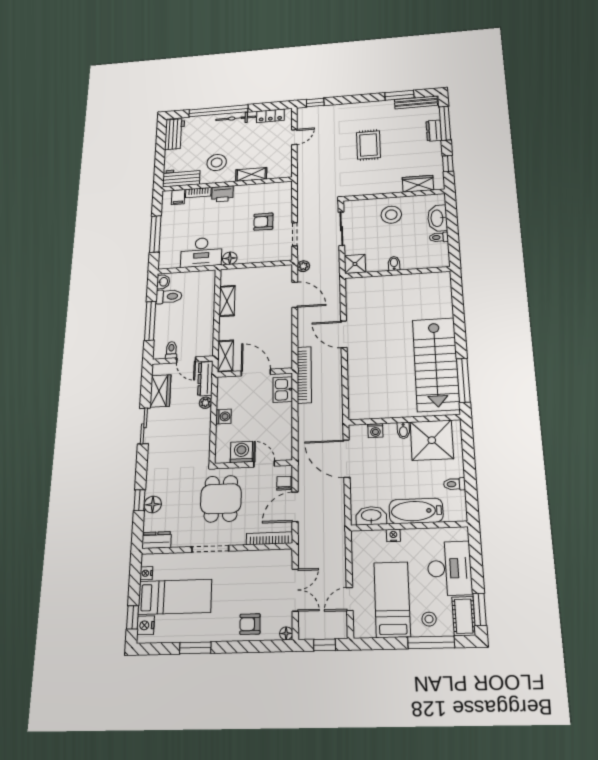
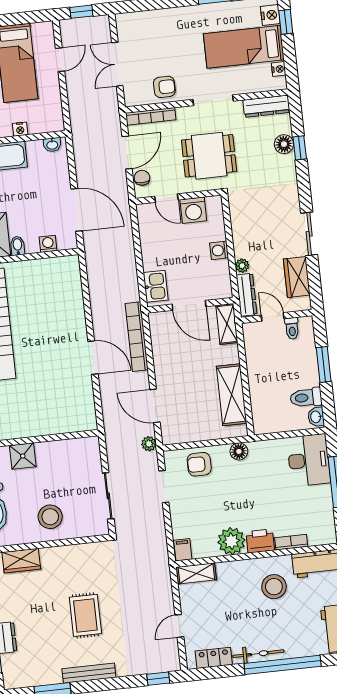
bench: (416, 102) -> (89, 673), moved
shelving: (251, 174) -> (196, 573), moved
plant: (245, 194) -> (231, 541), added
filing cabinet: (178, 197) -> (183, 550), moved
armchair: (263, 222) -> (199, 464), moved, turned 180
desk: (201, 252) -> (309, 460), moved, turned 90
bidet: (394, 263) -> (42, 451), removed
shower: (355, 264) -> (23, 456), moved
shelving: (227, 301) -> (232, 395), width x1.50, depth x1.33
window: (150, 321) -> (324, 365), width x0.69
bookcase: (304, 375) -> (137, 337), moved
chair: (284, 483) -> (142, 178), turned 180
dining table: (221, 499) -> (209, 156), turned 90
washbasin: (371, 516) -> (52, 145), width x0.52, depth x0.69
dresser: (157, 540) -> (266, 106), width x1.44
armchair: (250, 624) -> (164, 87), moved
floor lamp: (286, 633) -> (122, 20), removed

